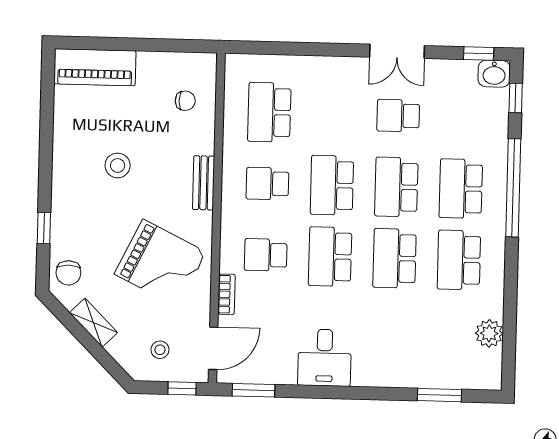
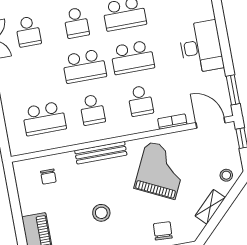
chair: (185, 101) -> (48, 177), turned 180
bench: (204, 183) -> (101, 153), width x1.36
school desk: (396, 187) -> (76, 23), width x0.54
chair: (68, 273) -> (163, 231), moved, turned -87
stool: (160, 350) -> (226, 175), moved
desk: (324, 358) -> (201, 47), width x1.37

